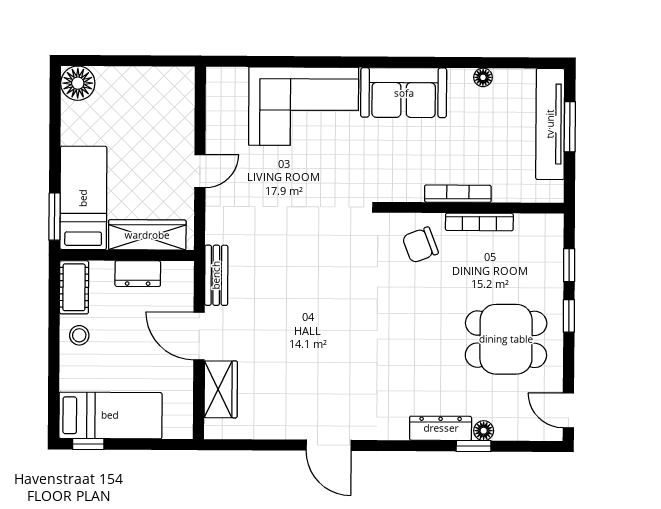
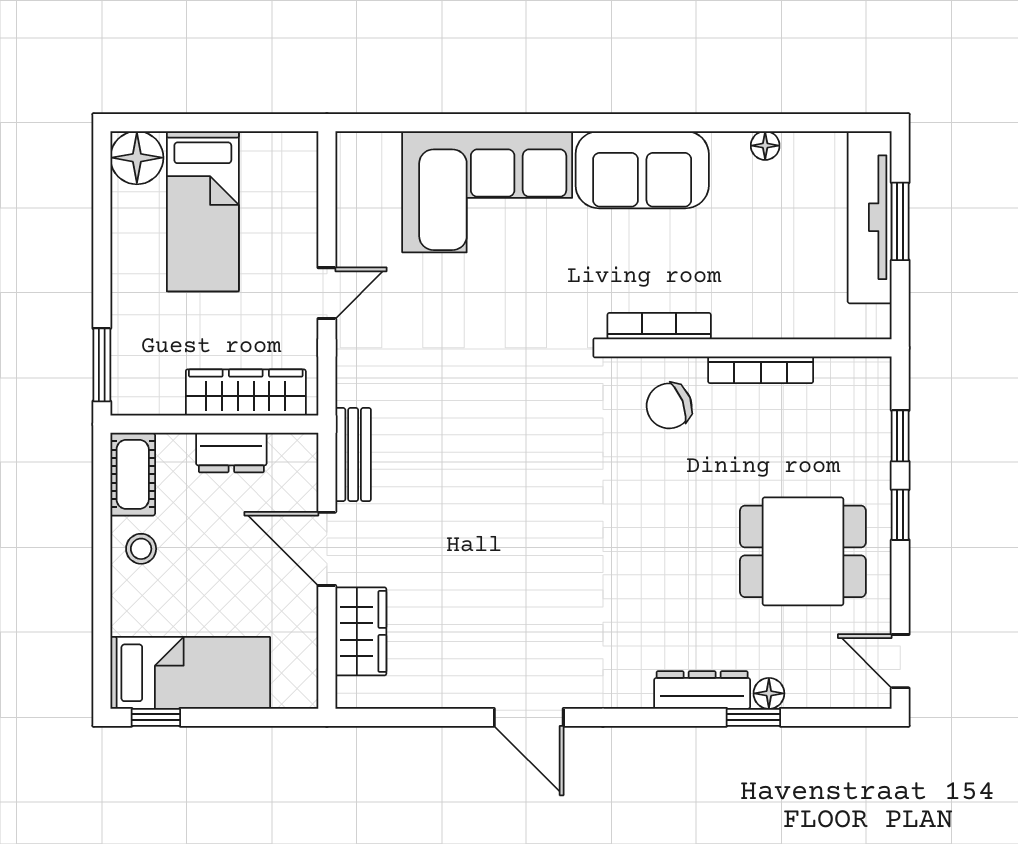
bookcase: (458, 194) -> (659, 326), moved
bed: (83, 198) -> (203, 211), moved, turned 180

